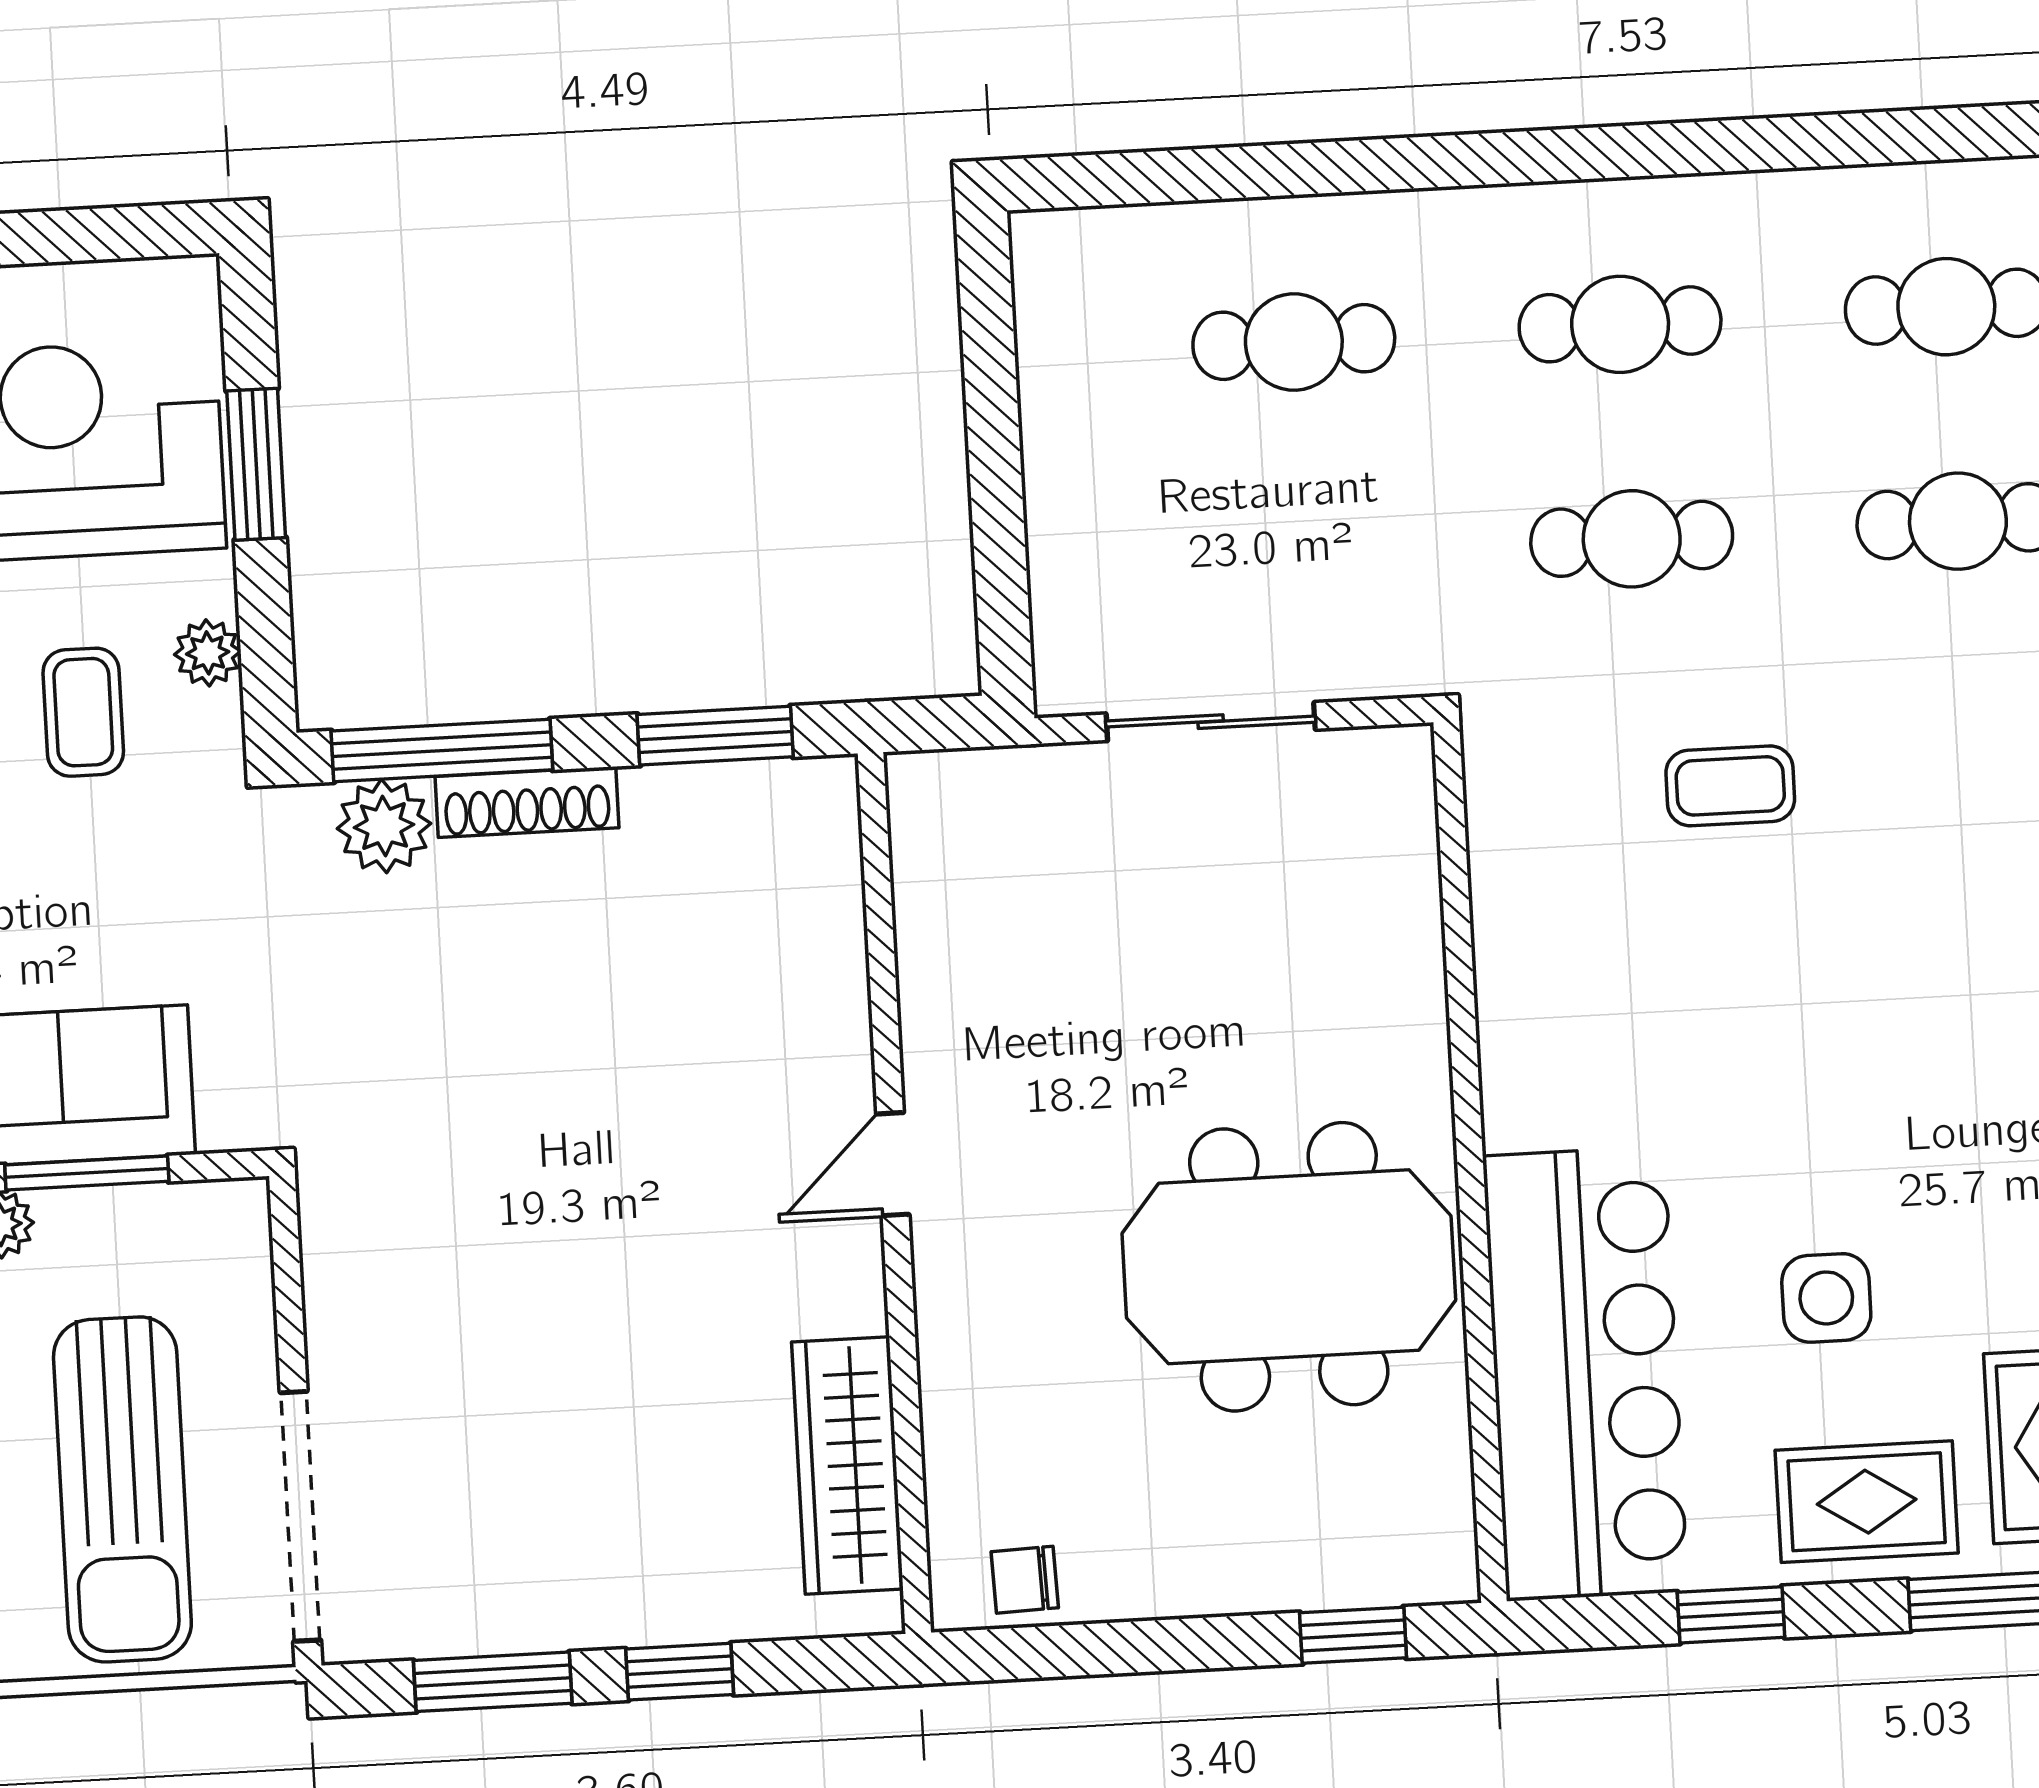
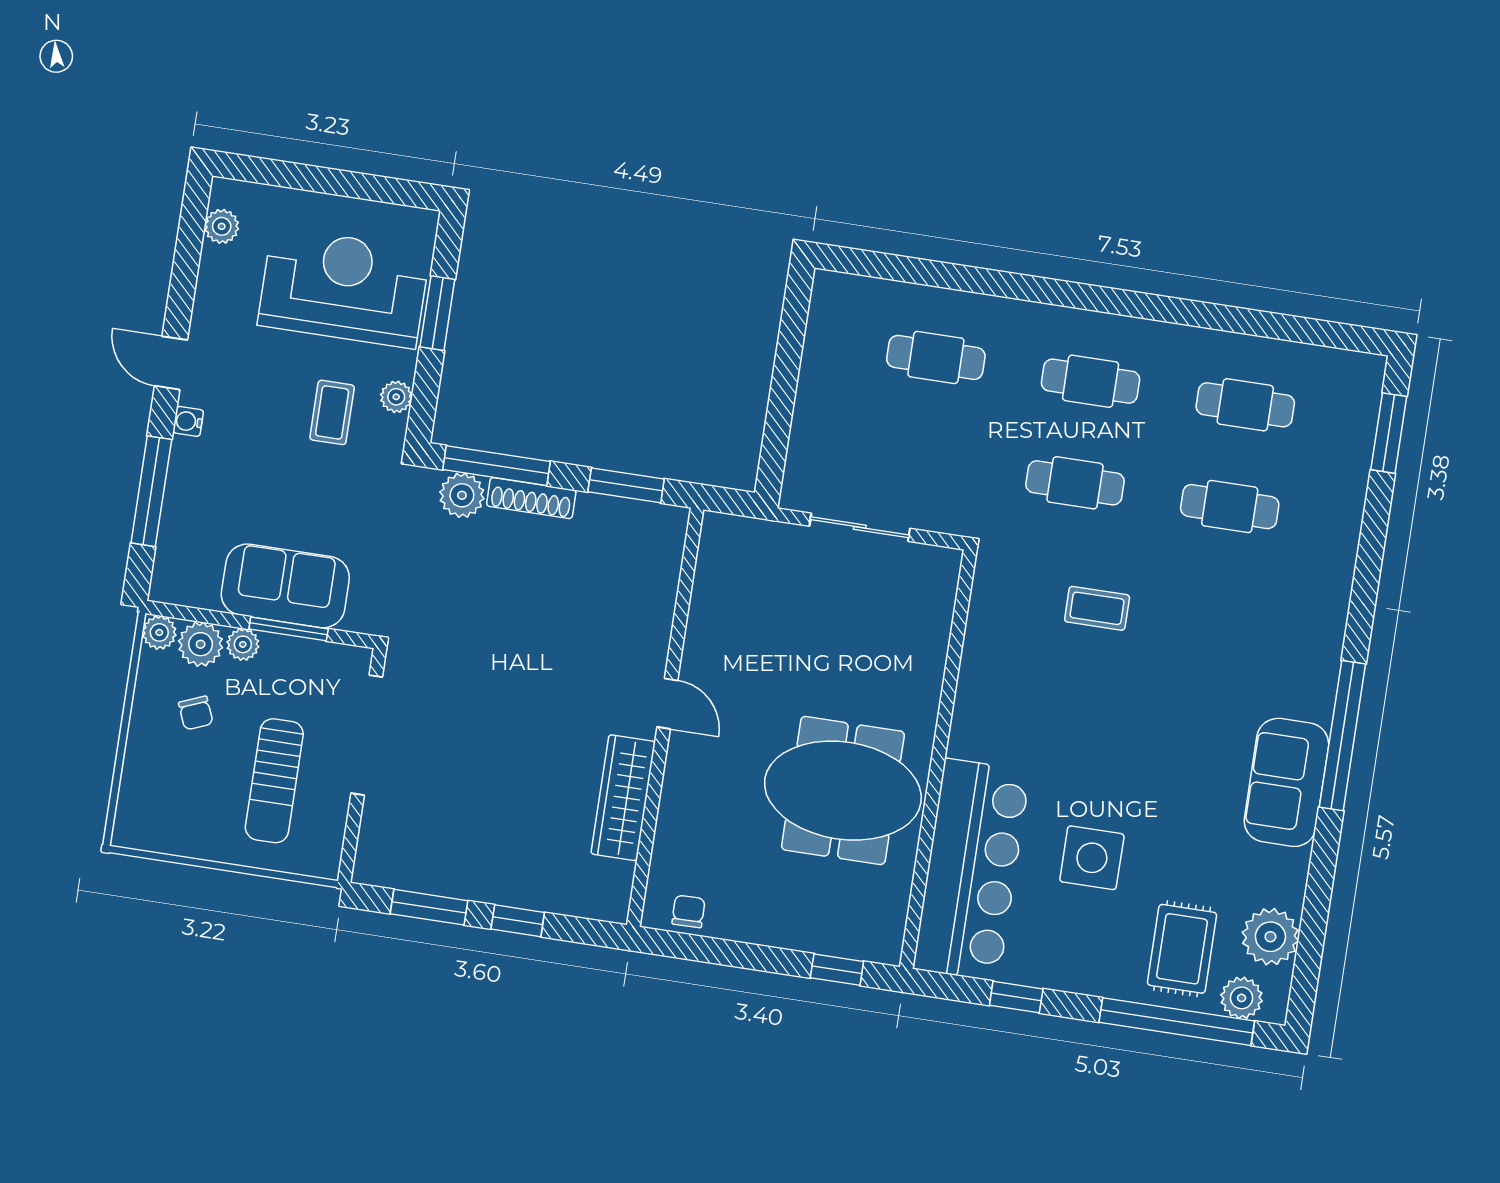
door: (893, 1164) -> (667, 704), swing flipped
side table: (1826, 1298) -> (1092, 858), width x1.37, depth x1.37
wardrobe: (847, 1465) -> (623, 798), moved
sun lounger: (122, 1489) -> (274, 781), width x0.73, depth x0.75
rug: (1867, 1502) -> (1091, 957), removed
doorway: (300, 1516) -> (367, 735), moved
chair: (1025, 1580) -> (688, 911), turned 91

